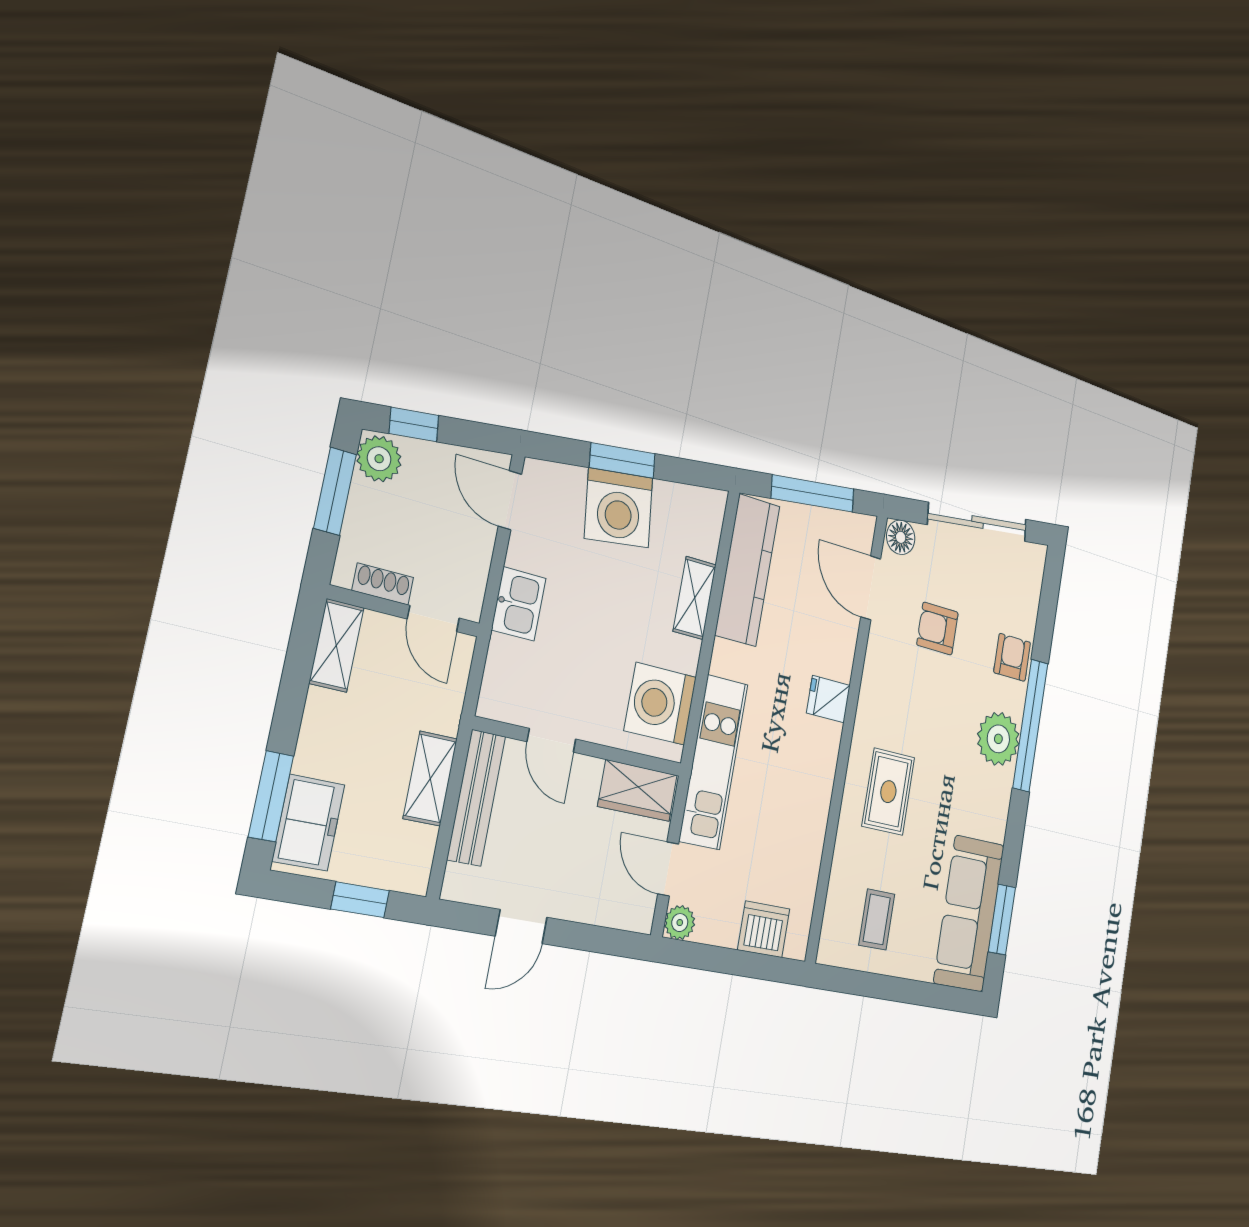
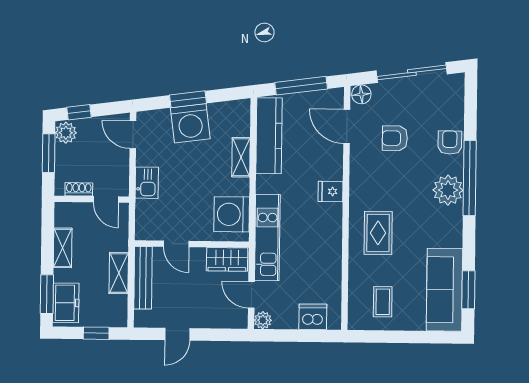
shelving: (336, 645) -> (63, 248), moved

